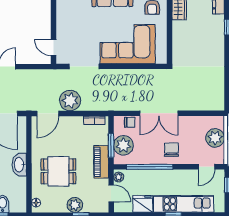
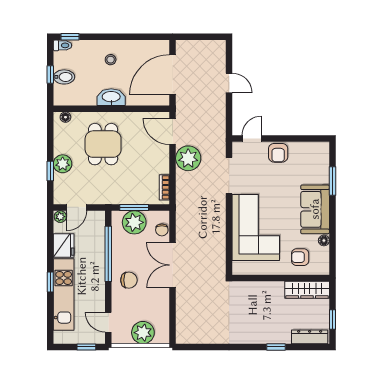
armchair: (65, 26) -> (278, 153), added
piano: (101, 162) -> (114, 196), removed
plant: (119, 177) -> (60, 217), moved

